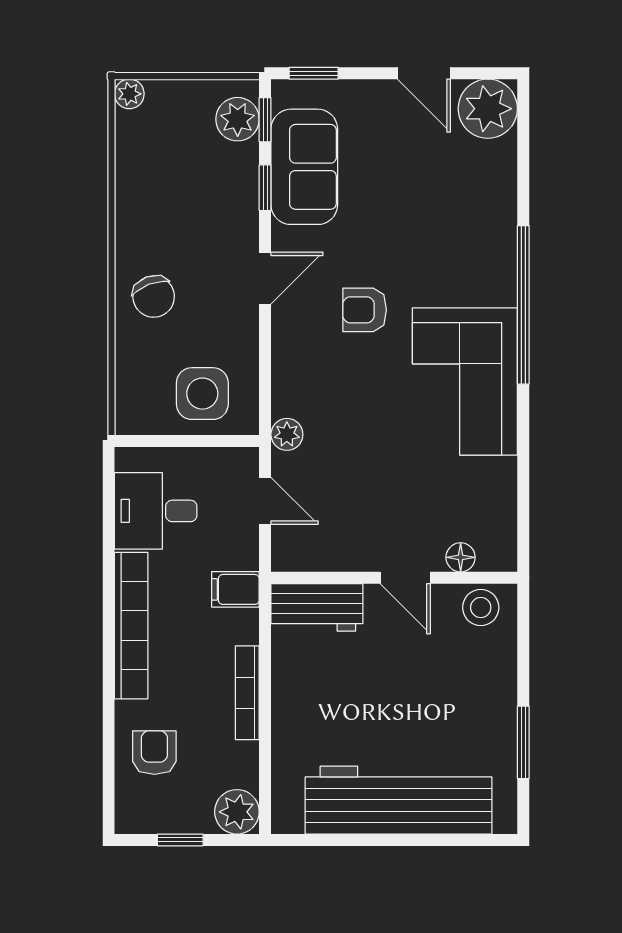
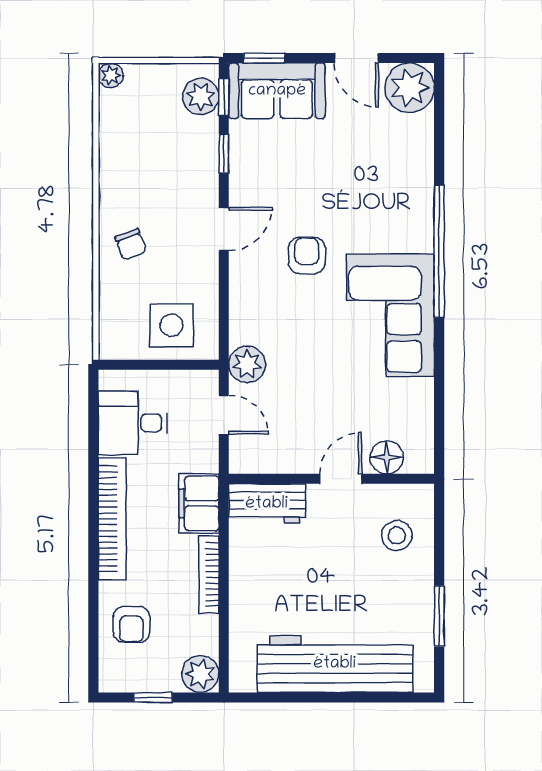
sofa: (304, 167) -> (277, 91), moved, turned 90
chair: (154, 297) -> (131, 244), width x0.73, depth x0.73
armchair: (365, 310) -> (307, 255), turned 90
plant: (287, 434) -> (247, 364), width x1.38, depth x1.38
floor lamp: (461, 557) -> (387, 457), width x1.37, depth x1.37
door: (405, 578) -> (341, 479), swing flipped
filing cabinet: (235, 589) -> (199, 503), width x2.00
stool: (481, 608) -> (397, 535), moved
armchair: (154, 753) -> (131, 625), turned 180

